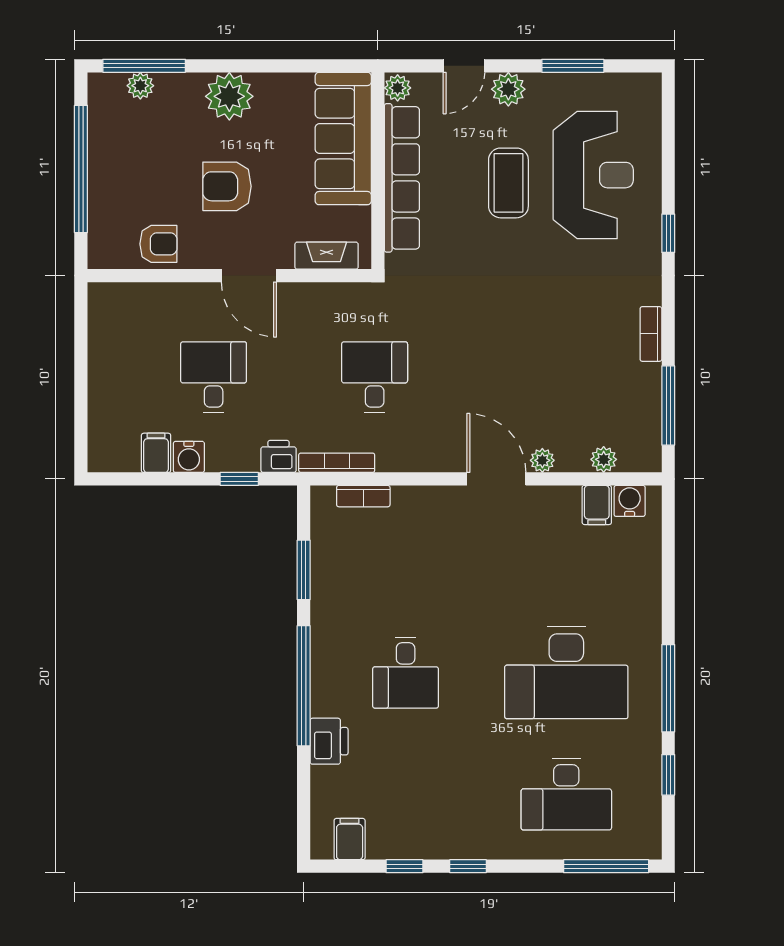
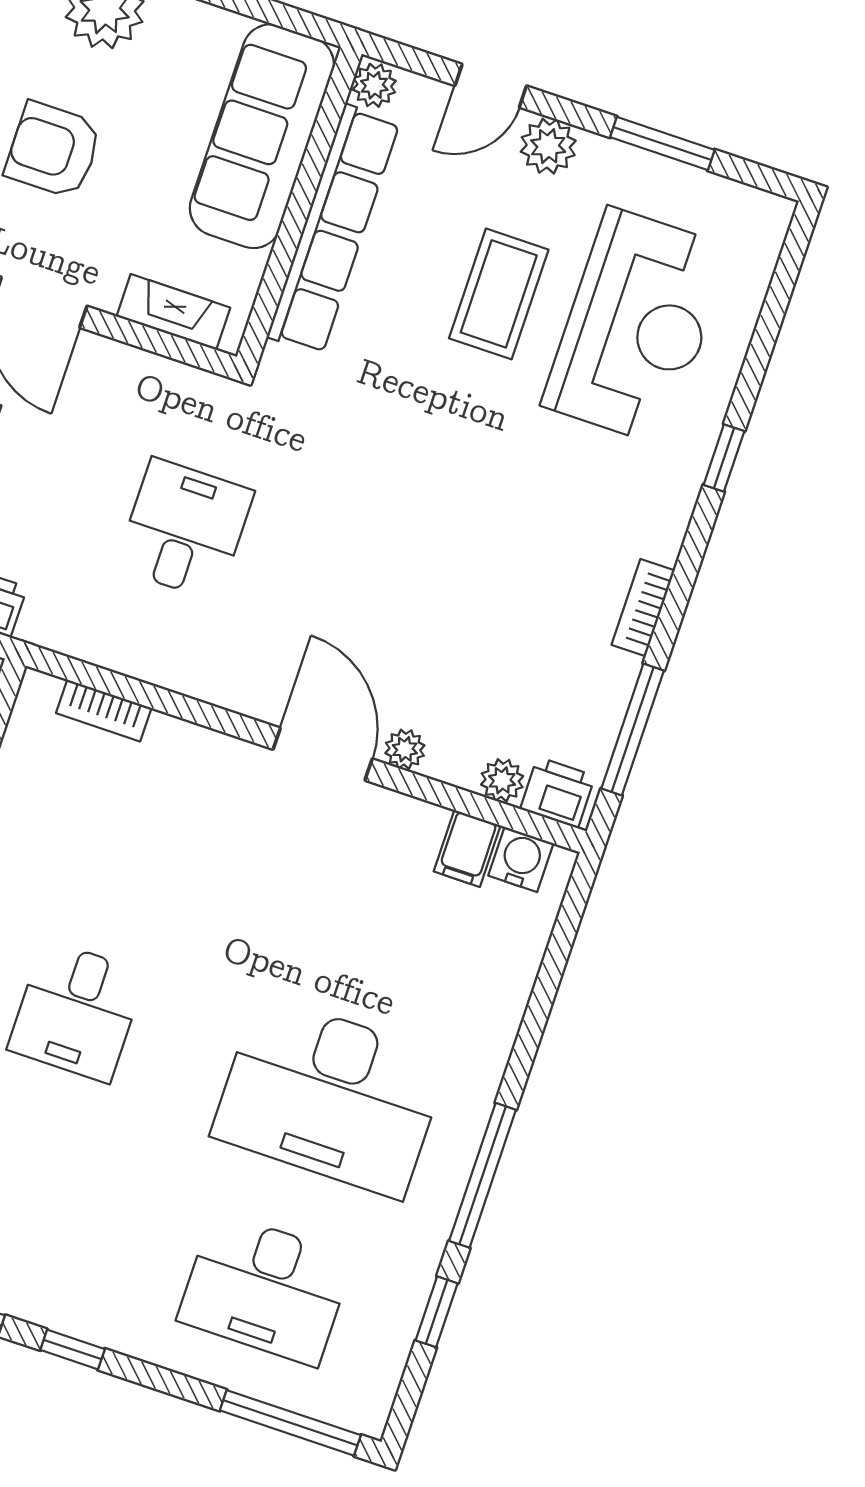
printer: (638, 456) -> (558, 793), added
bookcase: (337, 463) -> (80, 644), removed

